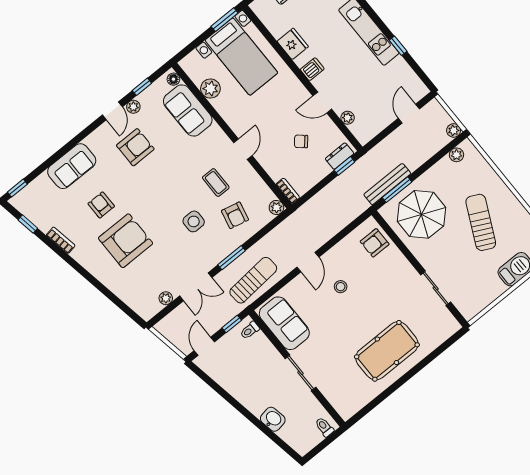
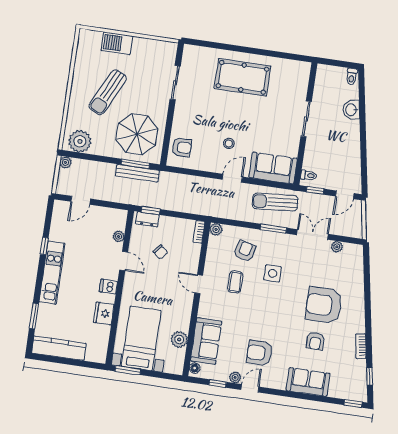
door: (243, 149) -> (199, 284), hinge flipped
plant: (456, 155) -> (80, 141), width x1.87, depth x1.87
sofa: (284, 323) -> (273, 168), moved, turned 90
toilet: (324, 427) -> (352, 77), moved

